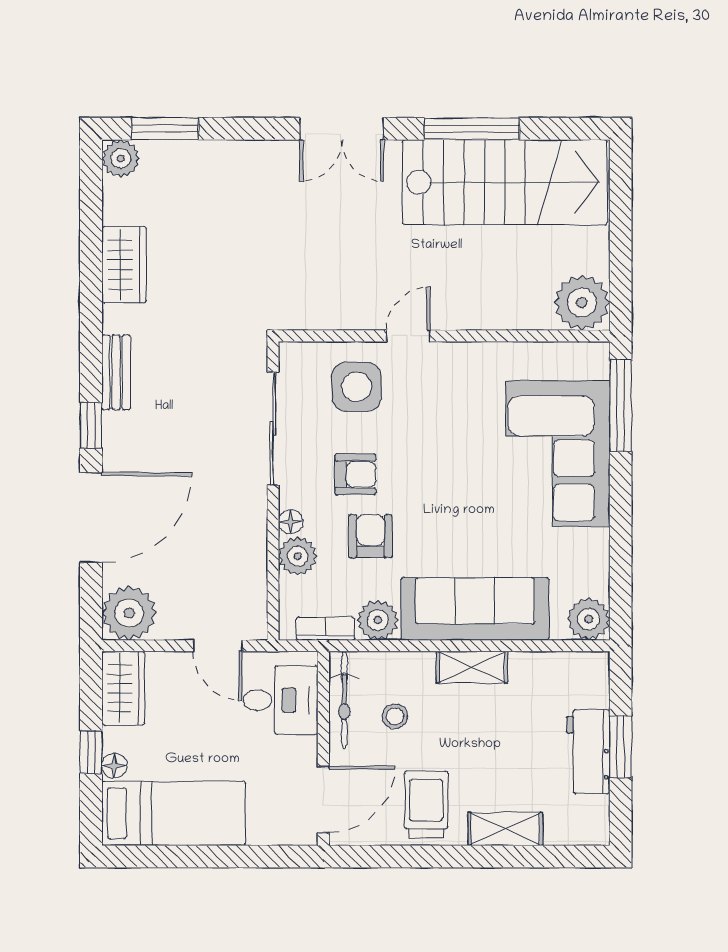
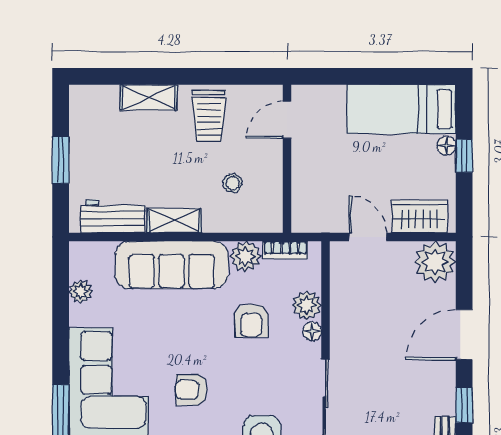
armchair: (355, 474) -> (192, 390), moved
door: (91, 518) -> (464, 335), width x0.73
plant: (589, 619) -> (81, 292), moved, width x0.73, depth x0.73
wardrobe: (123, 688) -> (419, 217), moved, turned 90
desk: (281, 700) -> (320, 195), removed
bicycle: (344, 700) -> (271, 196), removed
workbench: (588, 752) -> (113, 216), moved, turned -90
door: (323, 799) -> (287, 120), width x0.73

